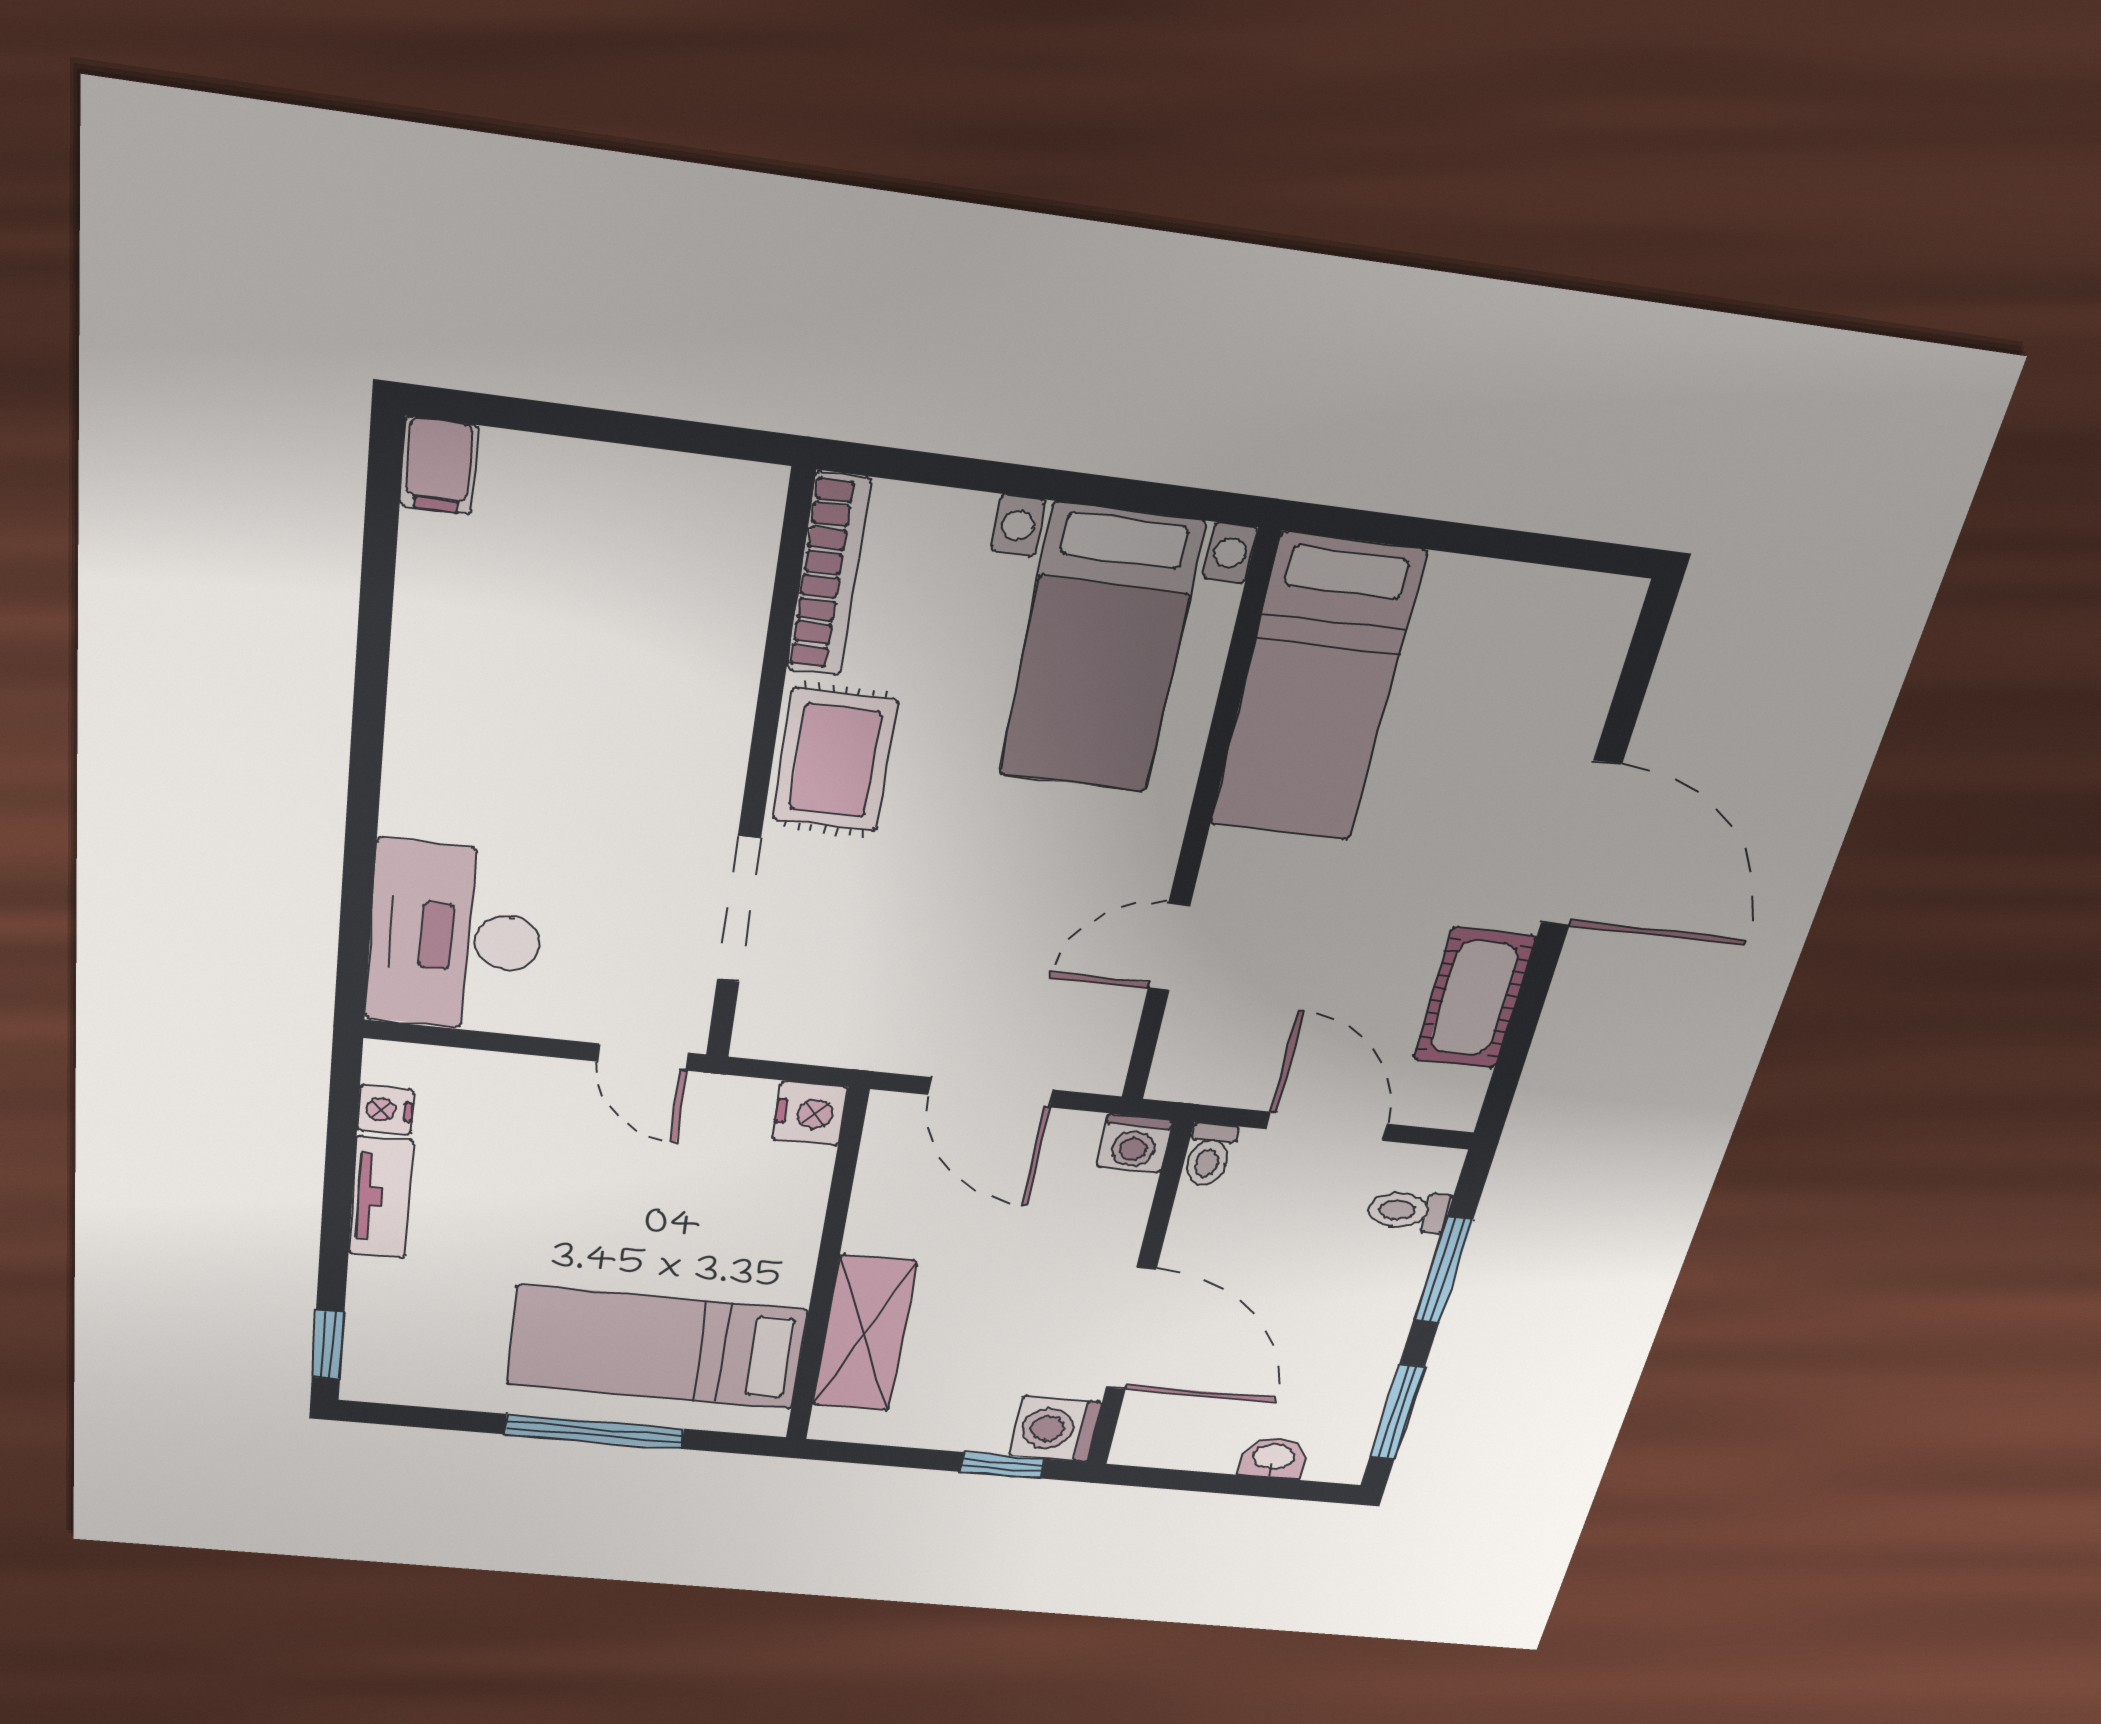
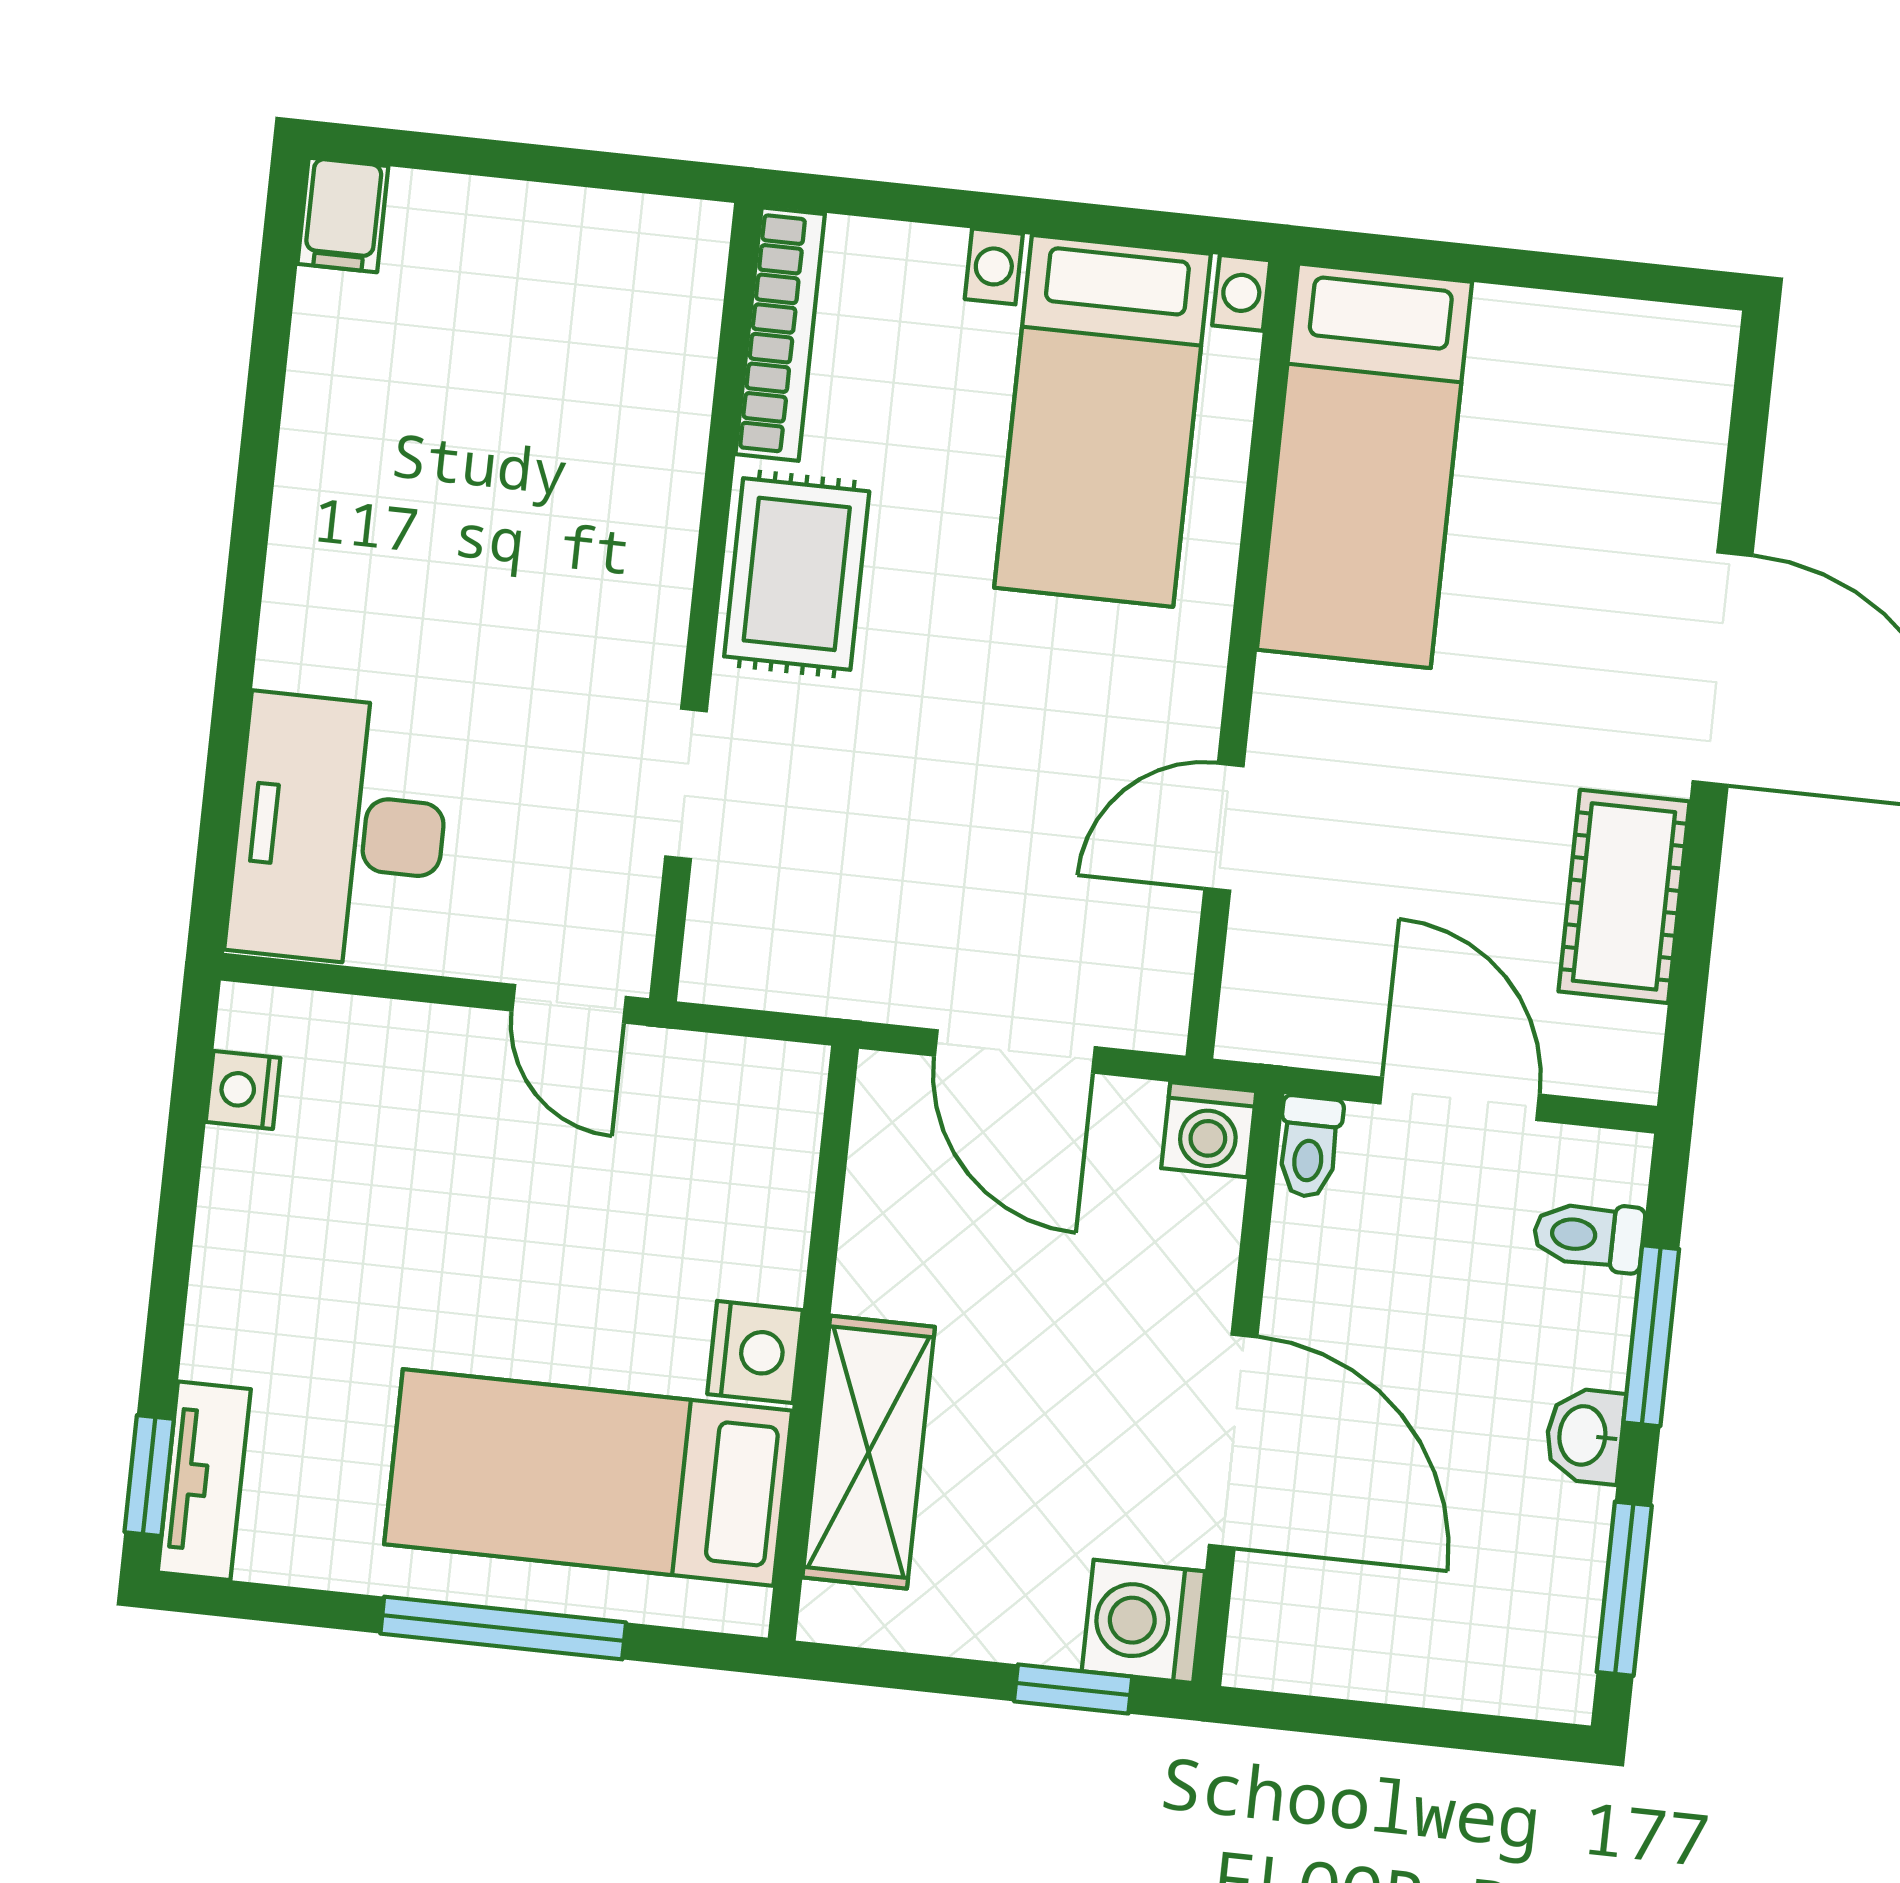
doorway: (739, 910) -> (686, 784), width x0.73
nightstand: (810, 1113) -> (755, 1352), moved
tv unit: (381, 1197) -> (204, 1481), moved
washbasin: (1274, 1458) -> (1585, 1436), moved, turned -90

